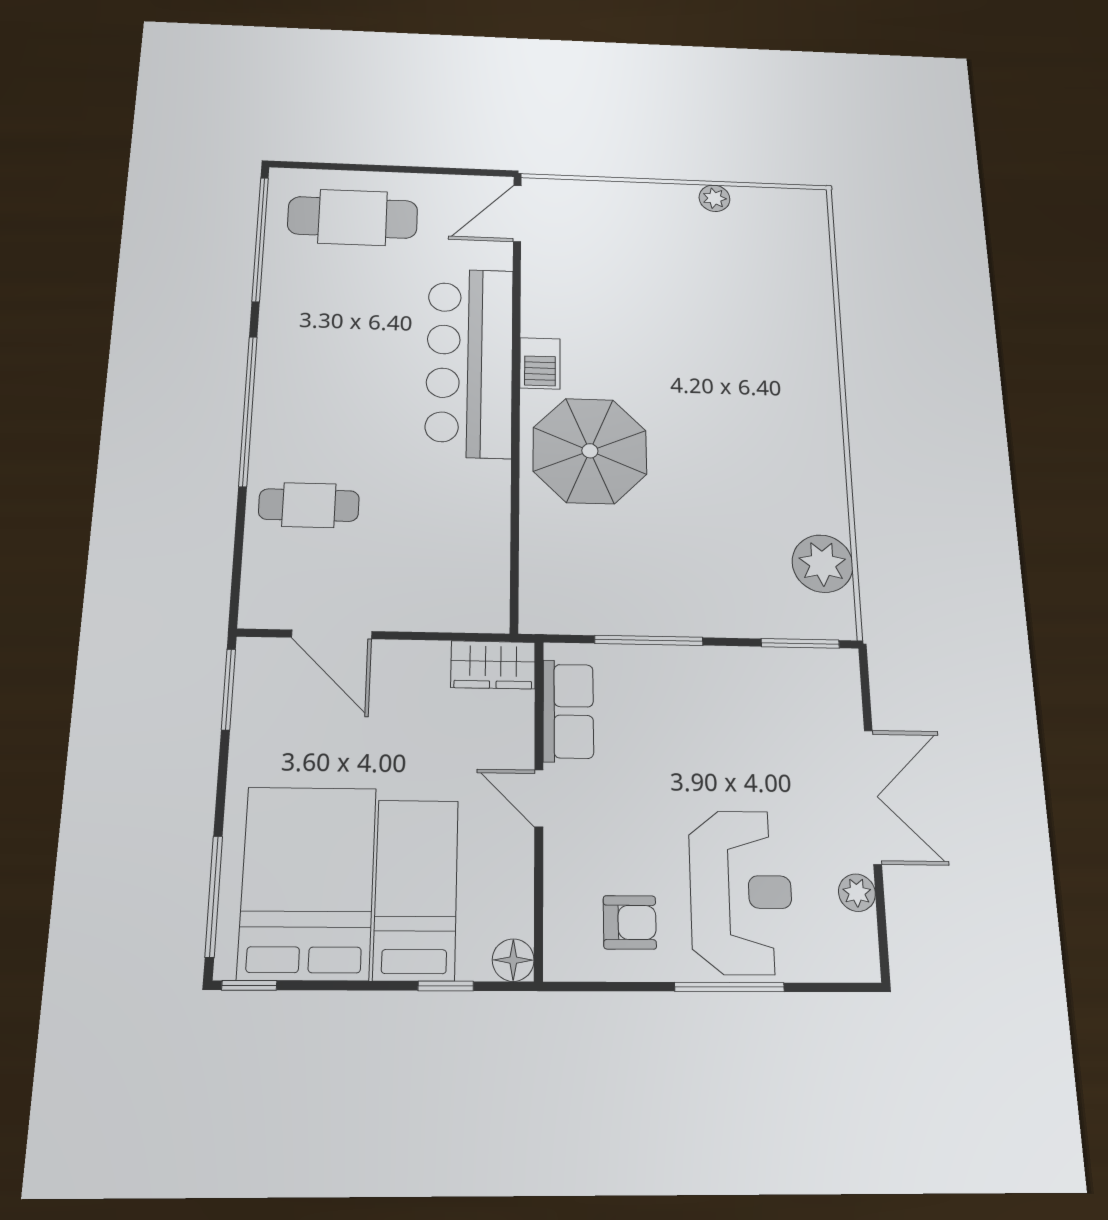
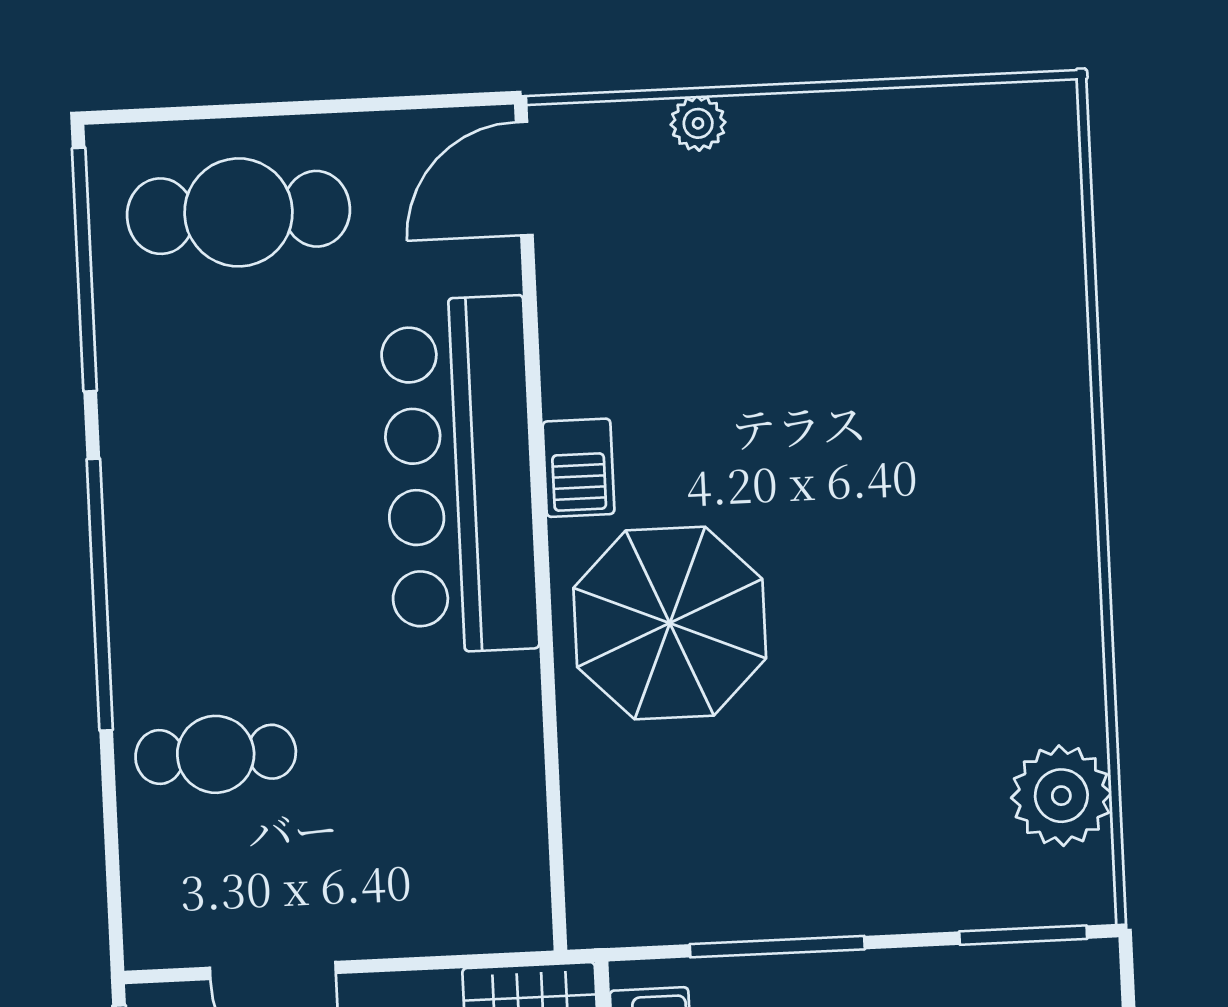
plant: (714, 198) -> (698, 123), moved

